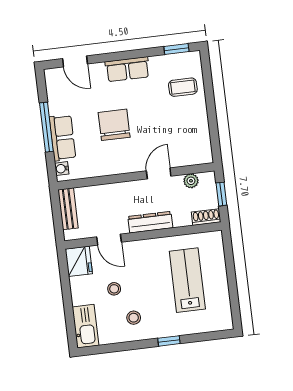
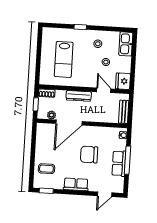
door: (75, 61) -> (105, 194), swing flipped
chair: (114, 125) -> (89, 154), turned 90
row of seats: (62, 138) -> (119, 163), moved
door: (159, 173) -> (69, 123), width x1.88

